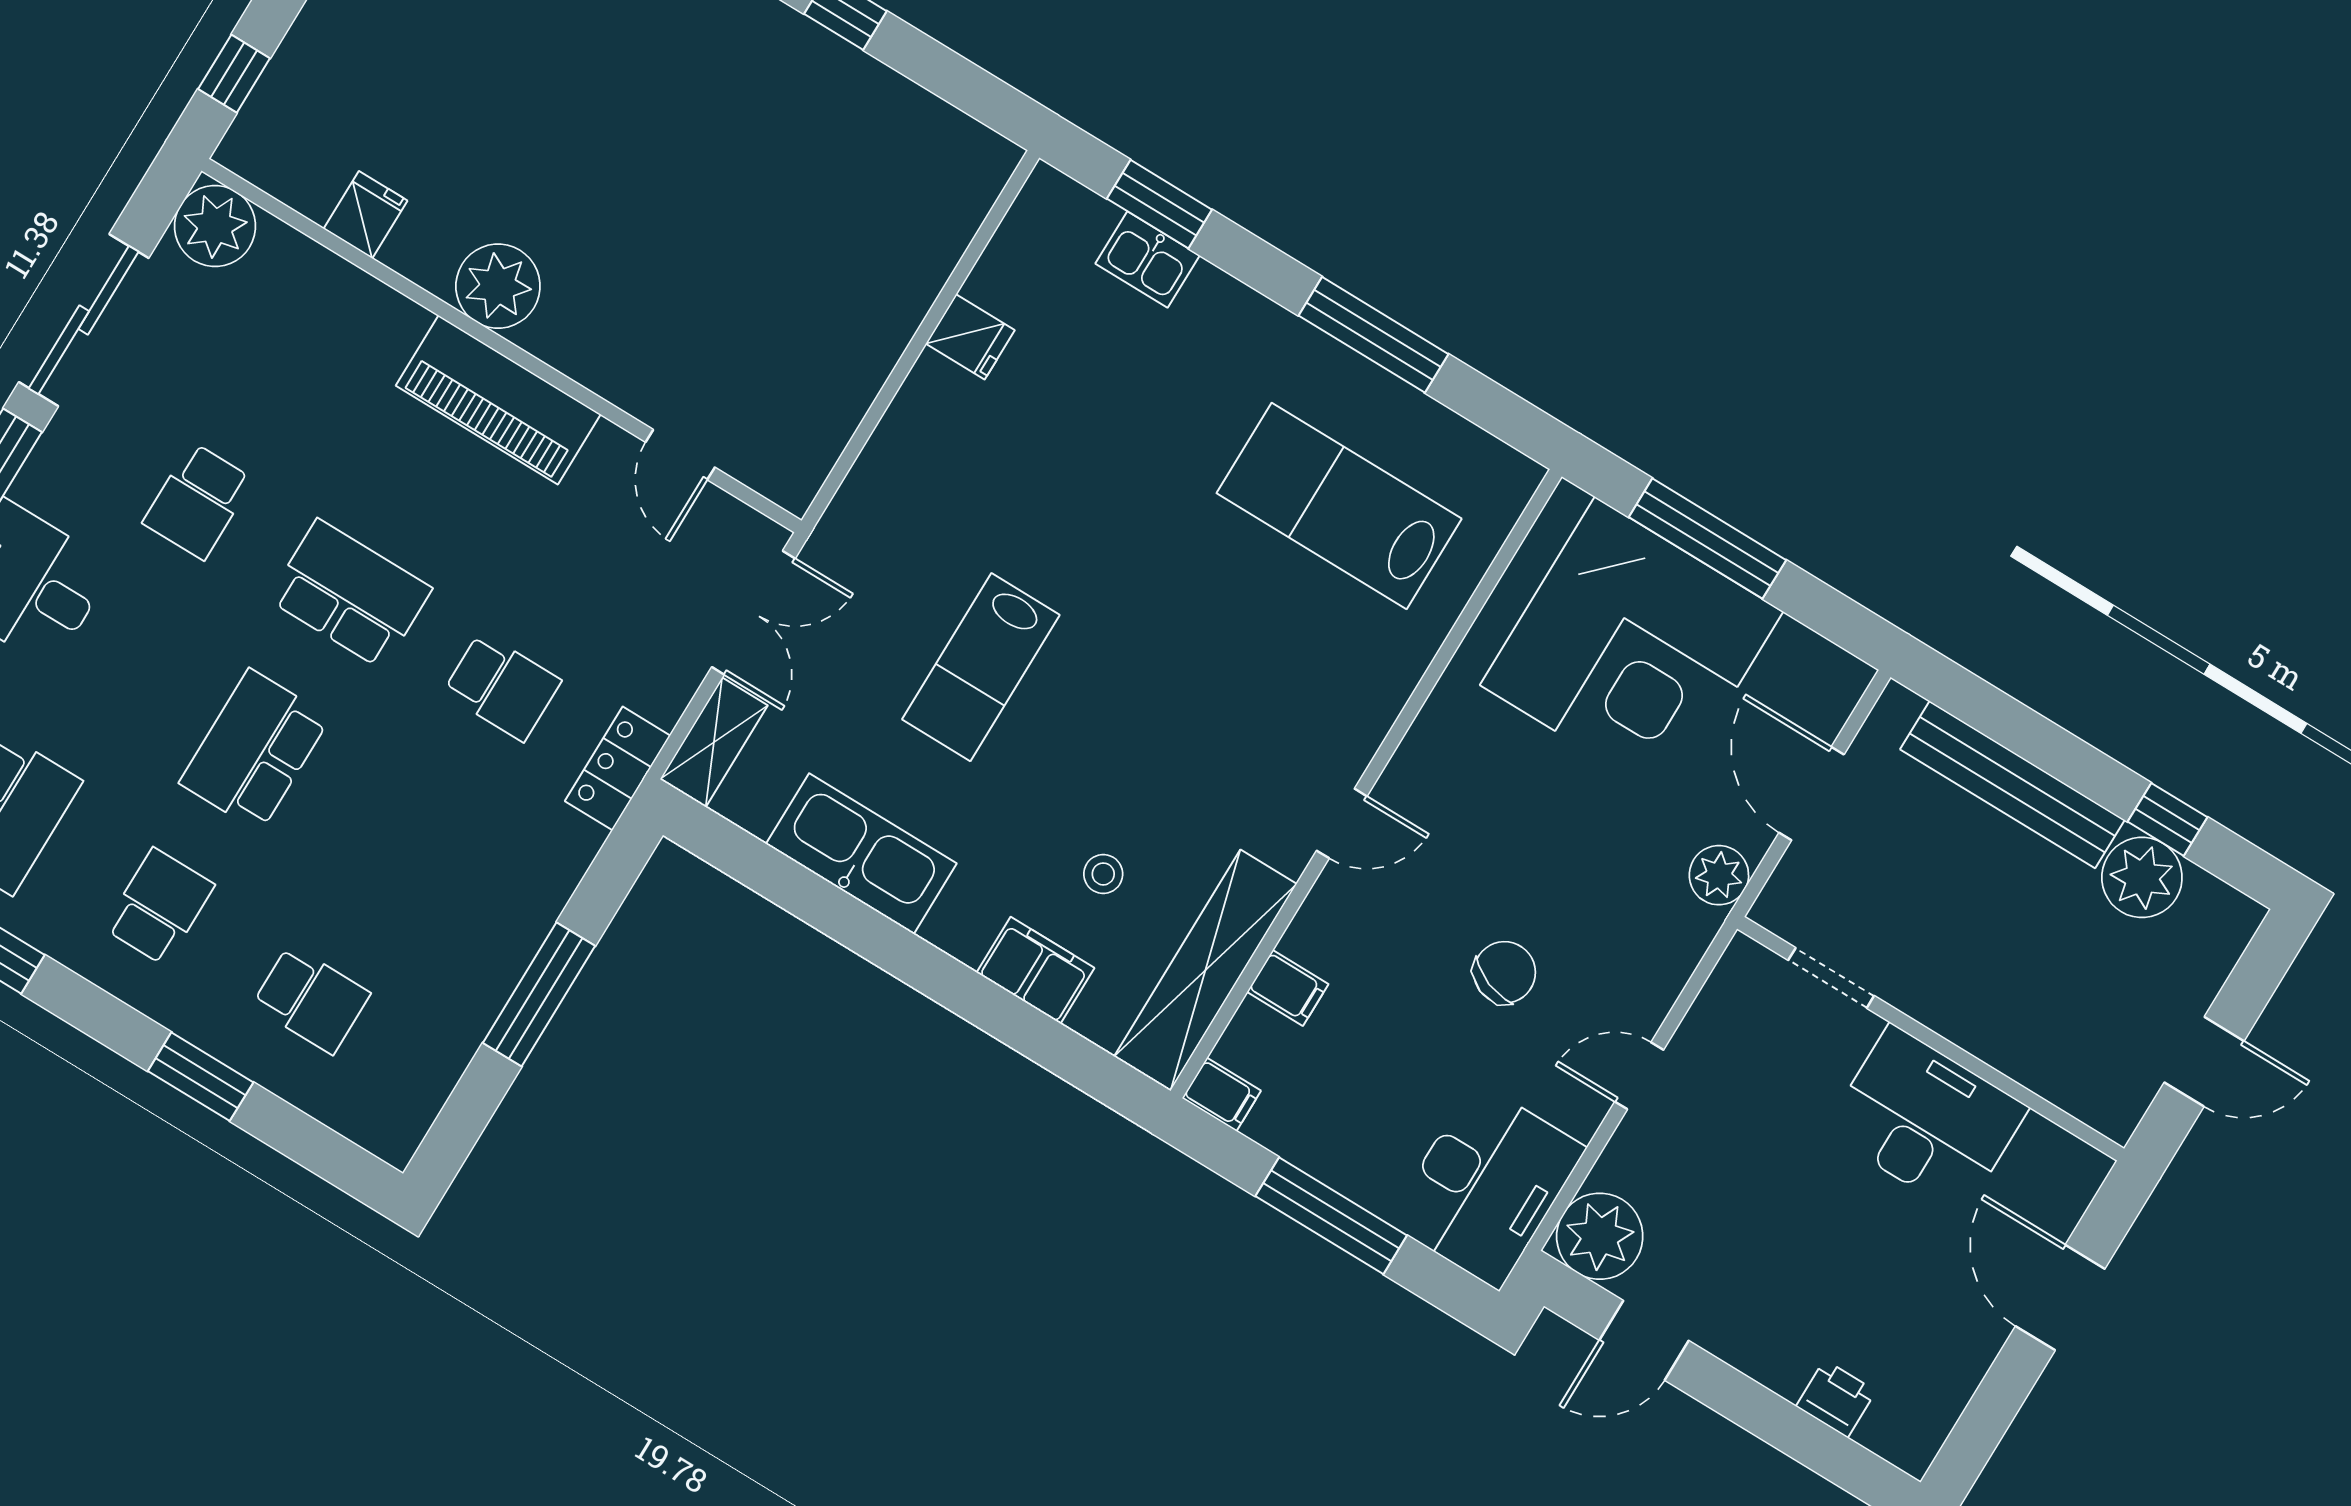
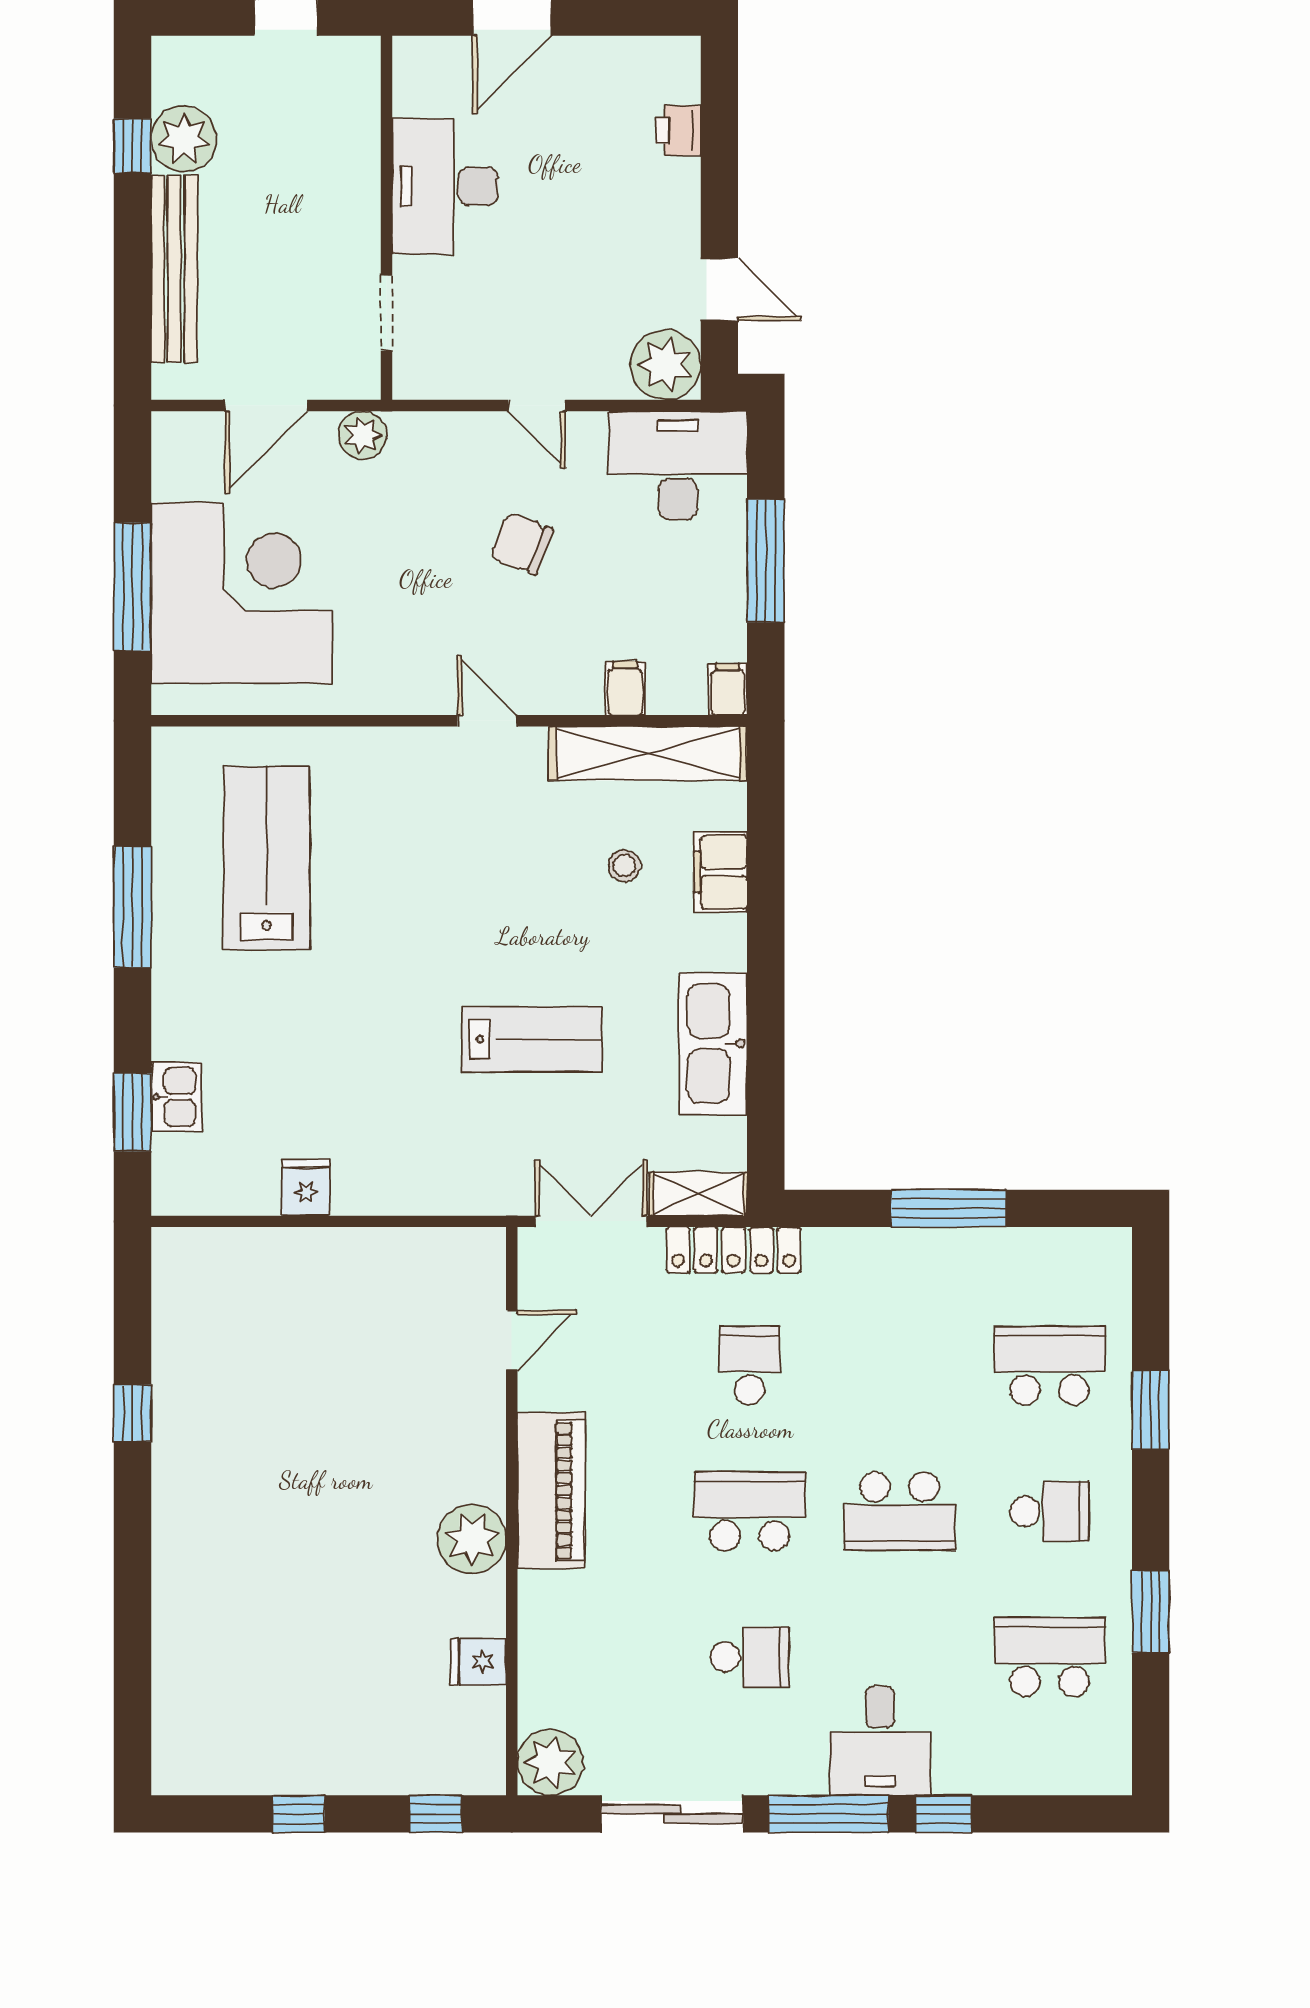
lab bench: (1339, 506) -> (267, 858), turned 180
school desk: (350, 594) -> (750, 1511), turned 90
locker: (618, 768) -> (734, 1250), width x1.53
school desk: (159, 907) -> (1049, 1511), turned 180
school desk: (311, 999) -> (1049, 1365), width x1.85

